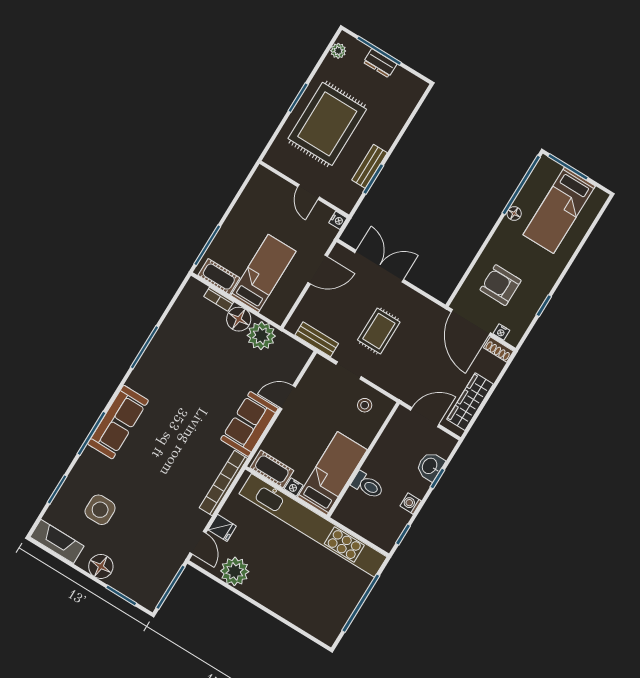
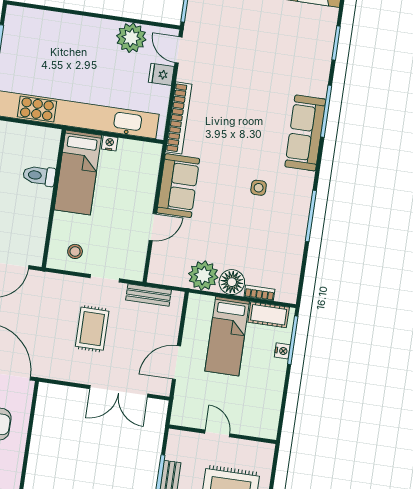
nightstand: (338, 220) -> (282, 351), moved, turned 180
cot: (272, 469) -> (138, 152), removed
side table: (100, 510) -> (259, 188), moved, width x0.54, depth x0.54

